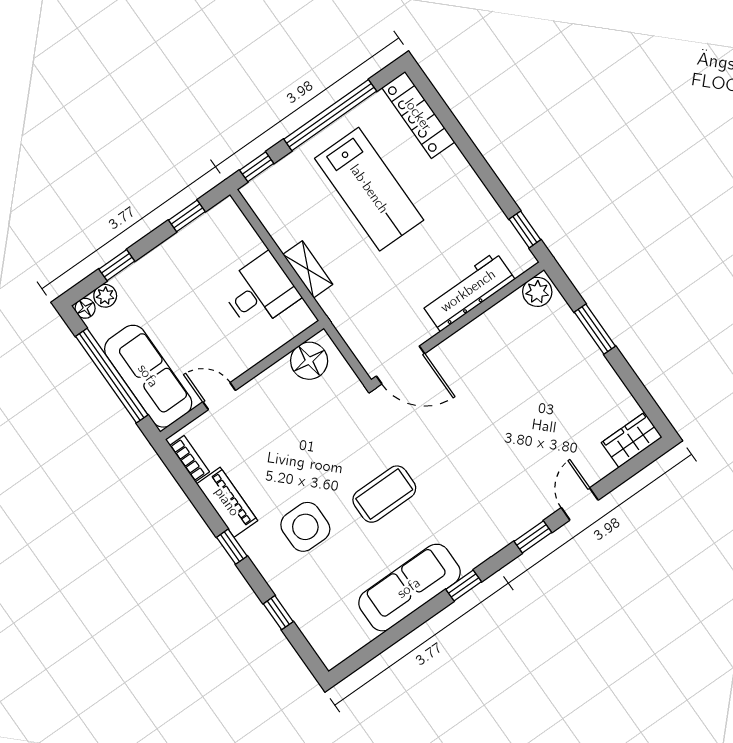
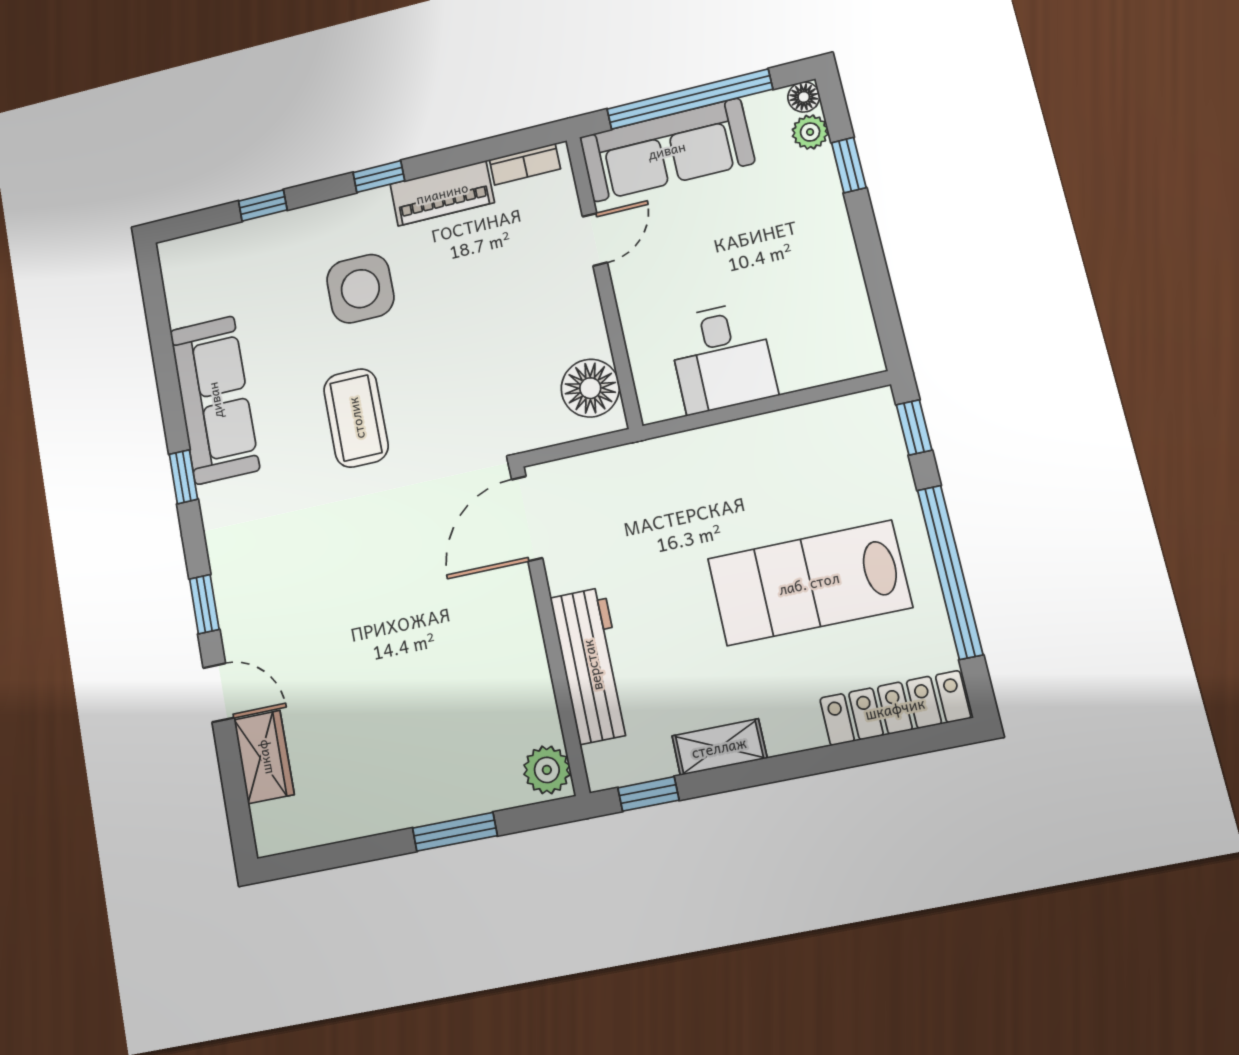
window: (187, 216) -> (881, 295), removed
shelving: (308, 269) -> (719, 747), moved
wardrobe: (632, 440) -> (264, 757), moved

